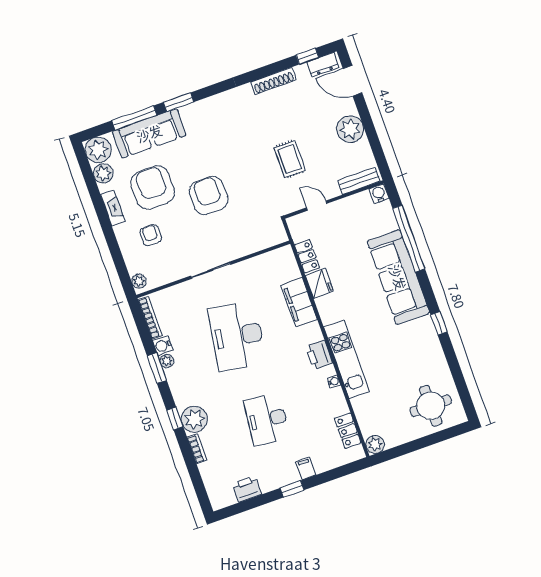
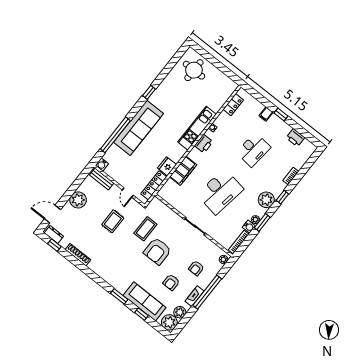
door: (353, 81) -> (52, 214), swing flipped
window: (134, 118) -> (141, 314), width x0.46
armchair: (153, 188) -> (171, 282), width x0.53, depth x0.53
coffee table: (251, 198) -> (145, 229), added
window: (108, 230) -> (207, 292), added
locker: (307, 256) -> (154, 185), width x1.53
plant: (194, 419) -> (266, 200), moved
plant: (375, 444) -> (232, 86), removed

